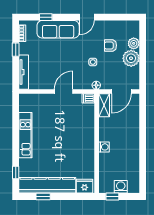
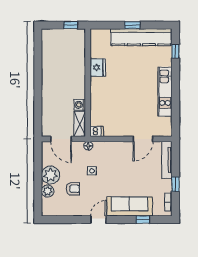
door: (64, 91) -> (143, 139), moved
door: (121, 91) -> (61, 139), swing flipped
washing machine: (104, 147) -> (80, 105), moved
fridge: (85, 186) -> (98, 68), moved, turned -90
washing machine: (121, 187) -> (62, 36), removed
window: (43, 197) -> (132, 25), moved

